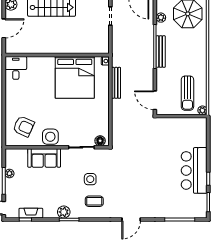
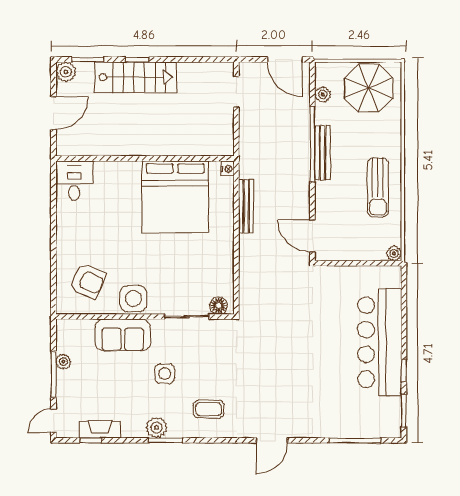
sun lounger: (187, 93) -> (378, 187), moved
bar counter: (194, 170) -> (380, 342), width x1.36
side table: (90, 179) -> (165, 374), moved

